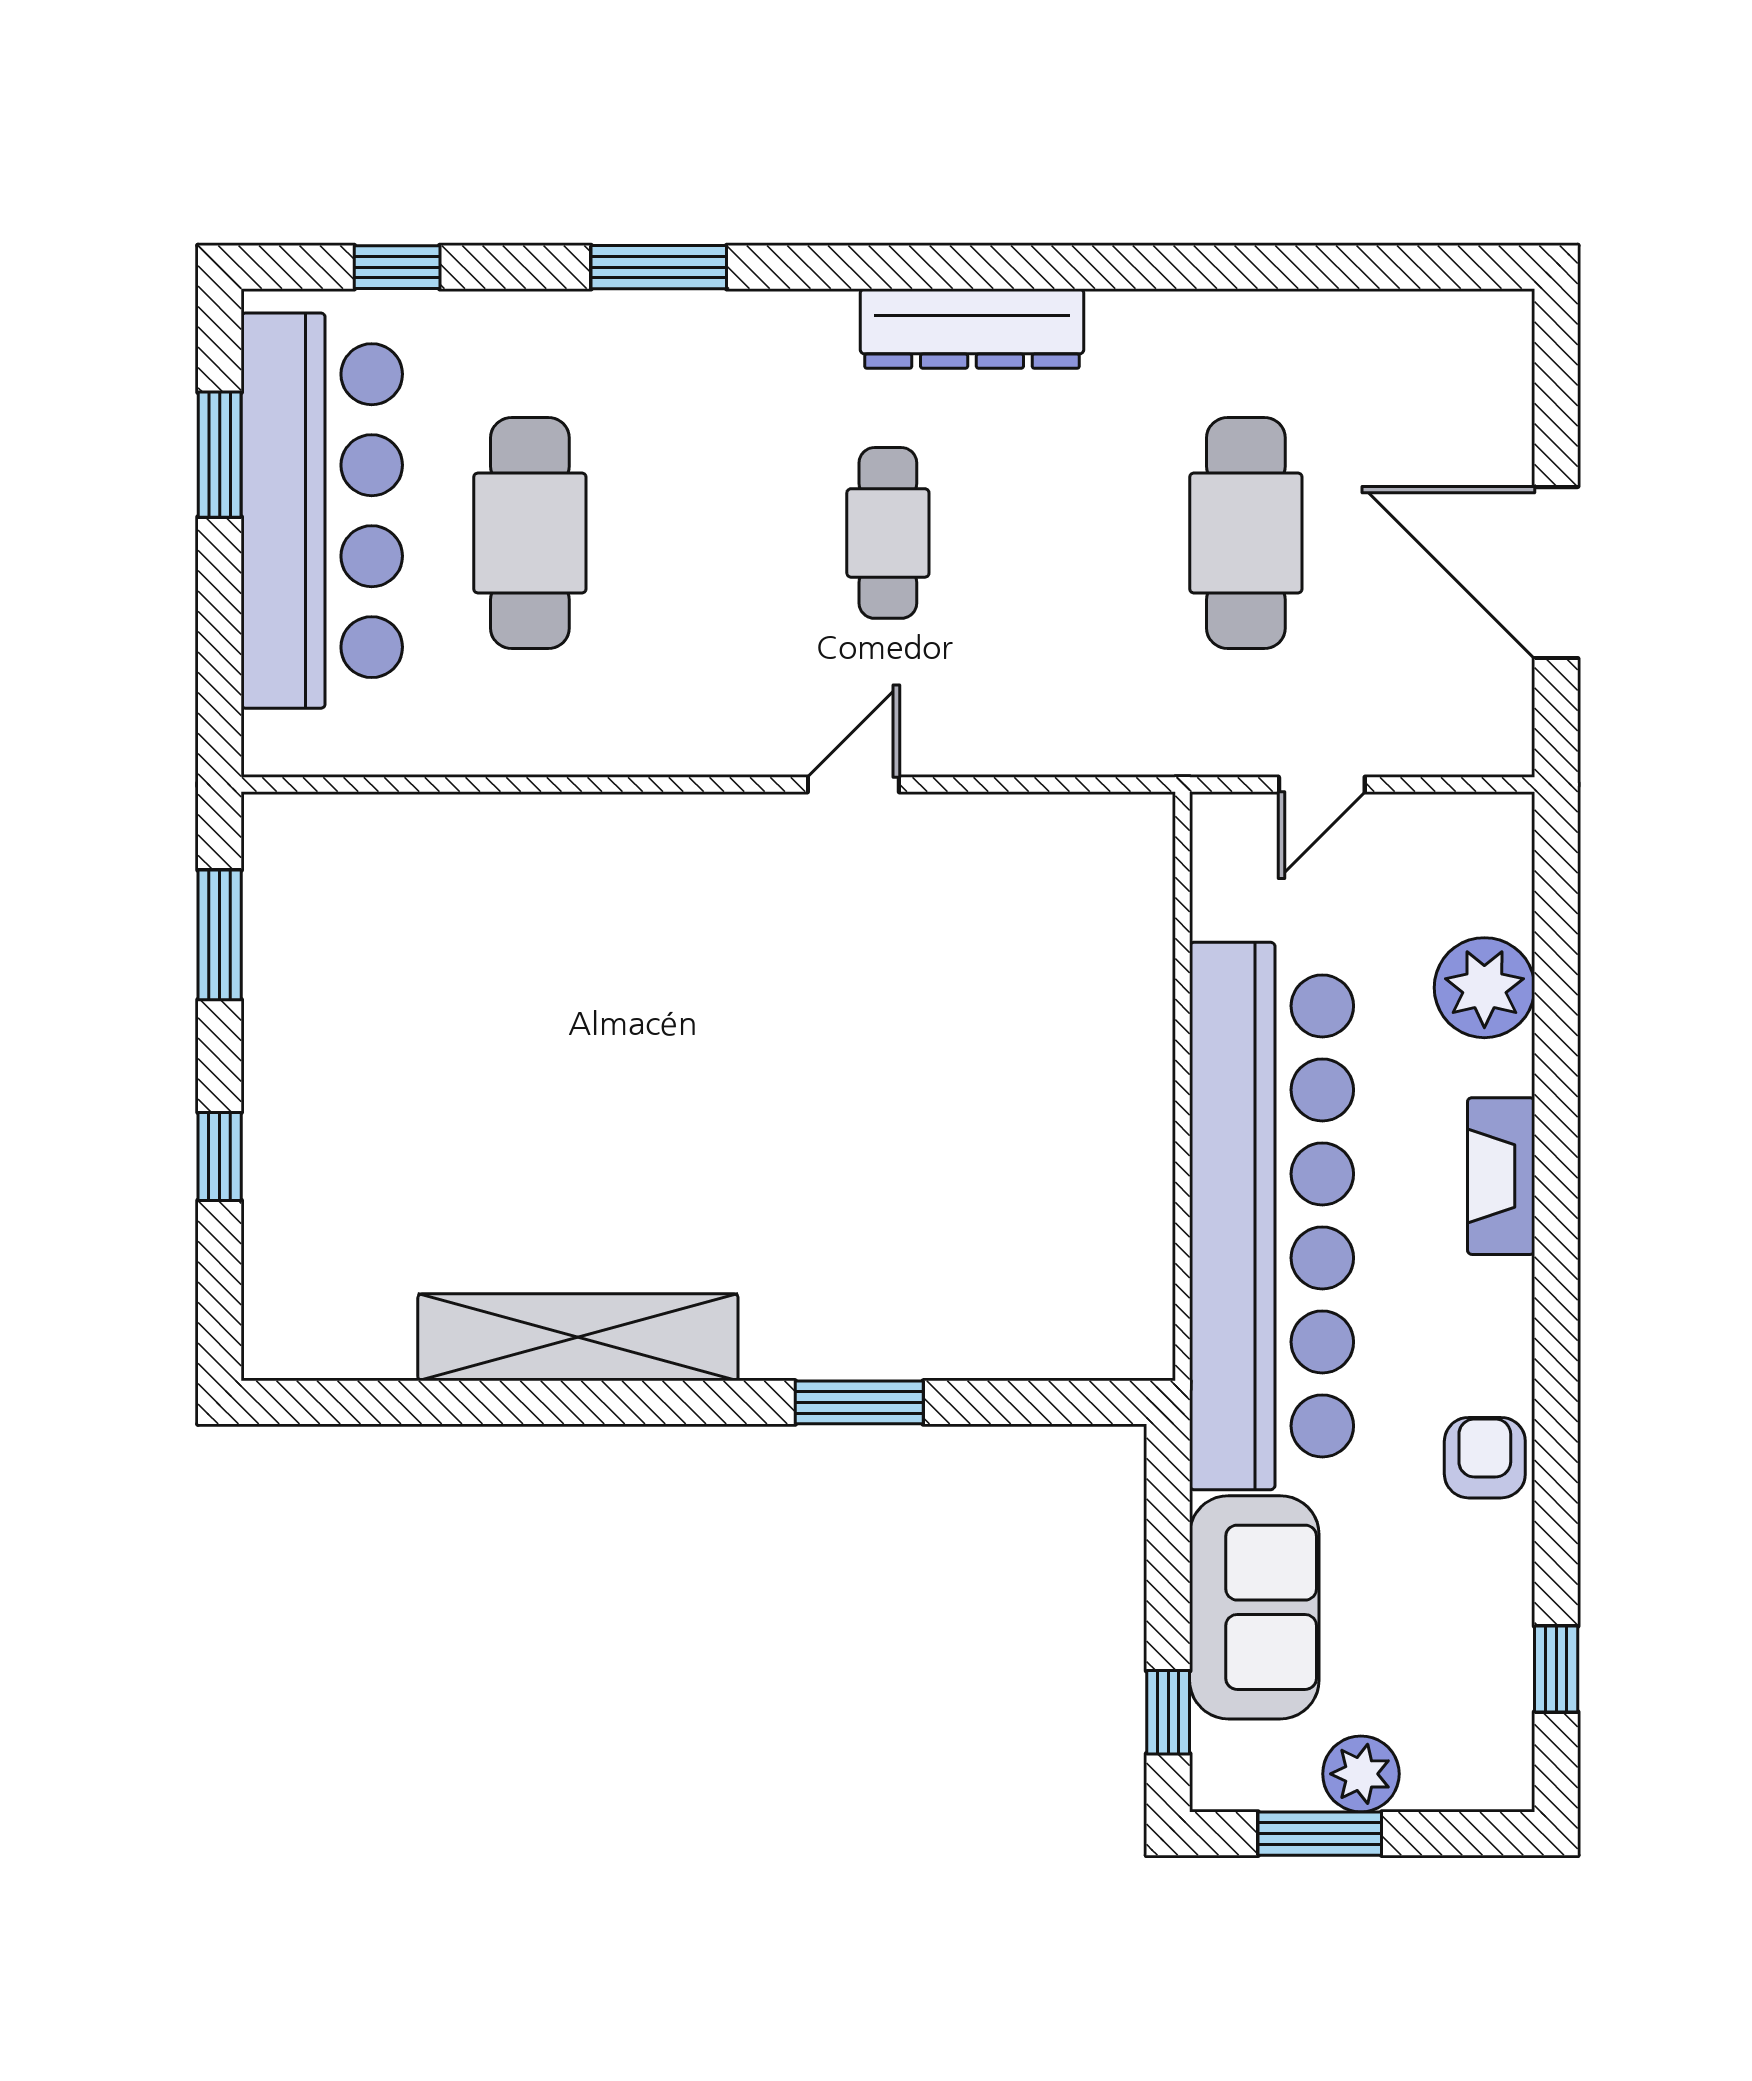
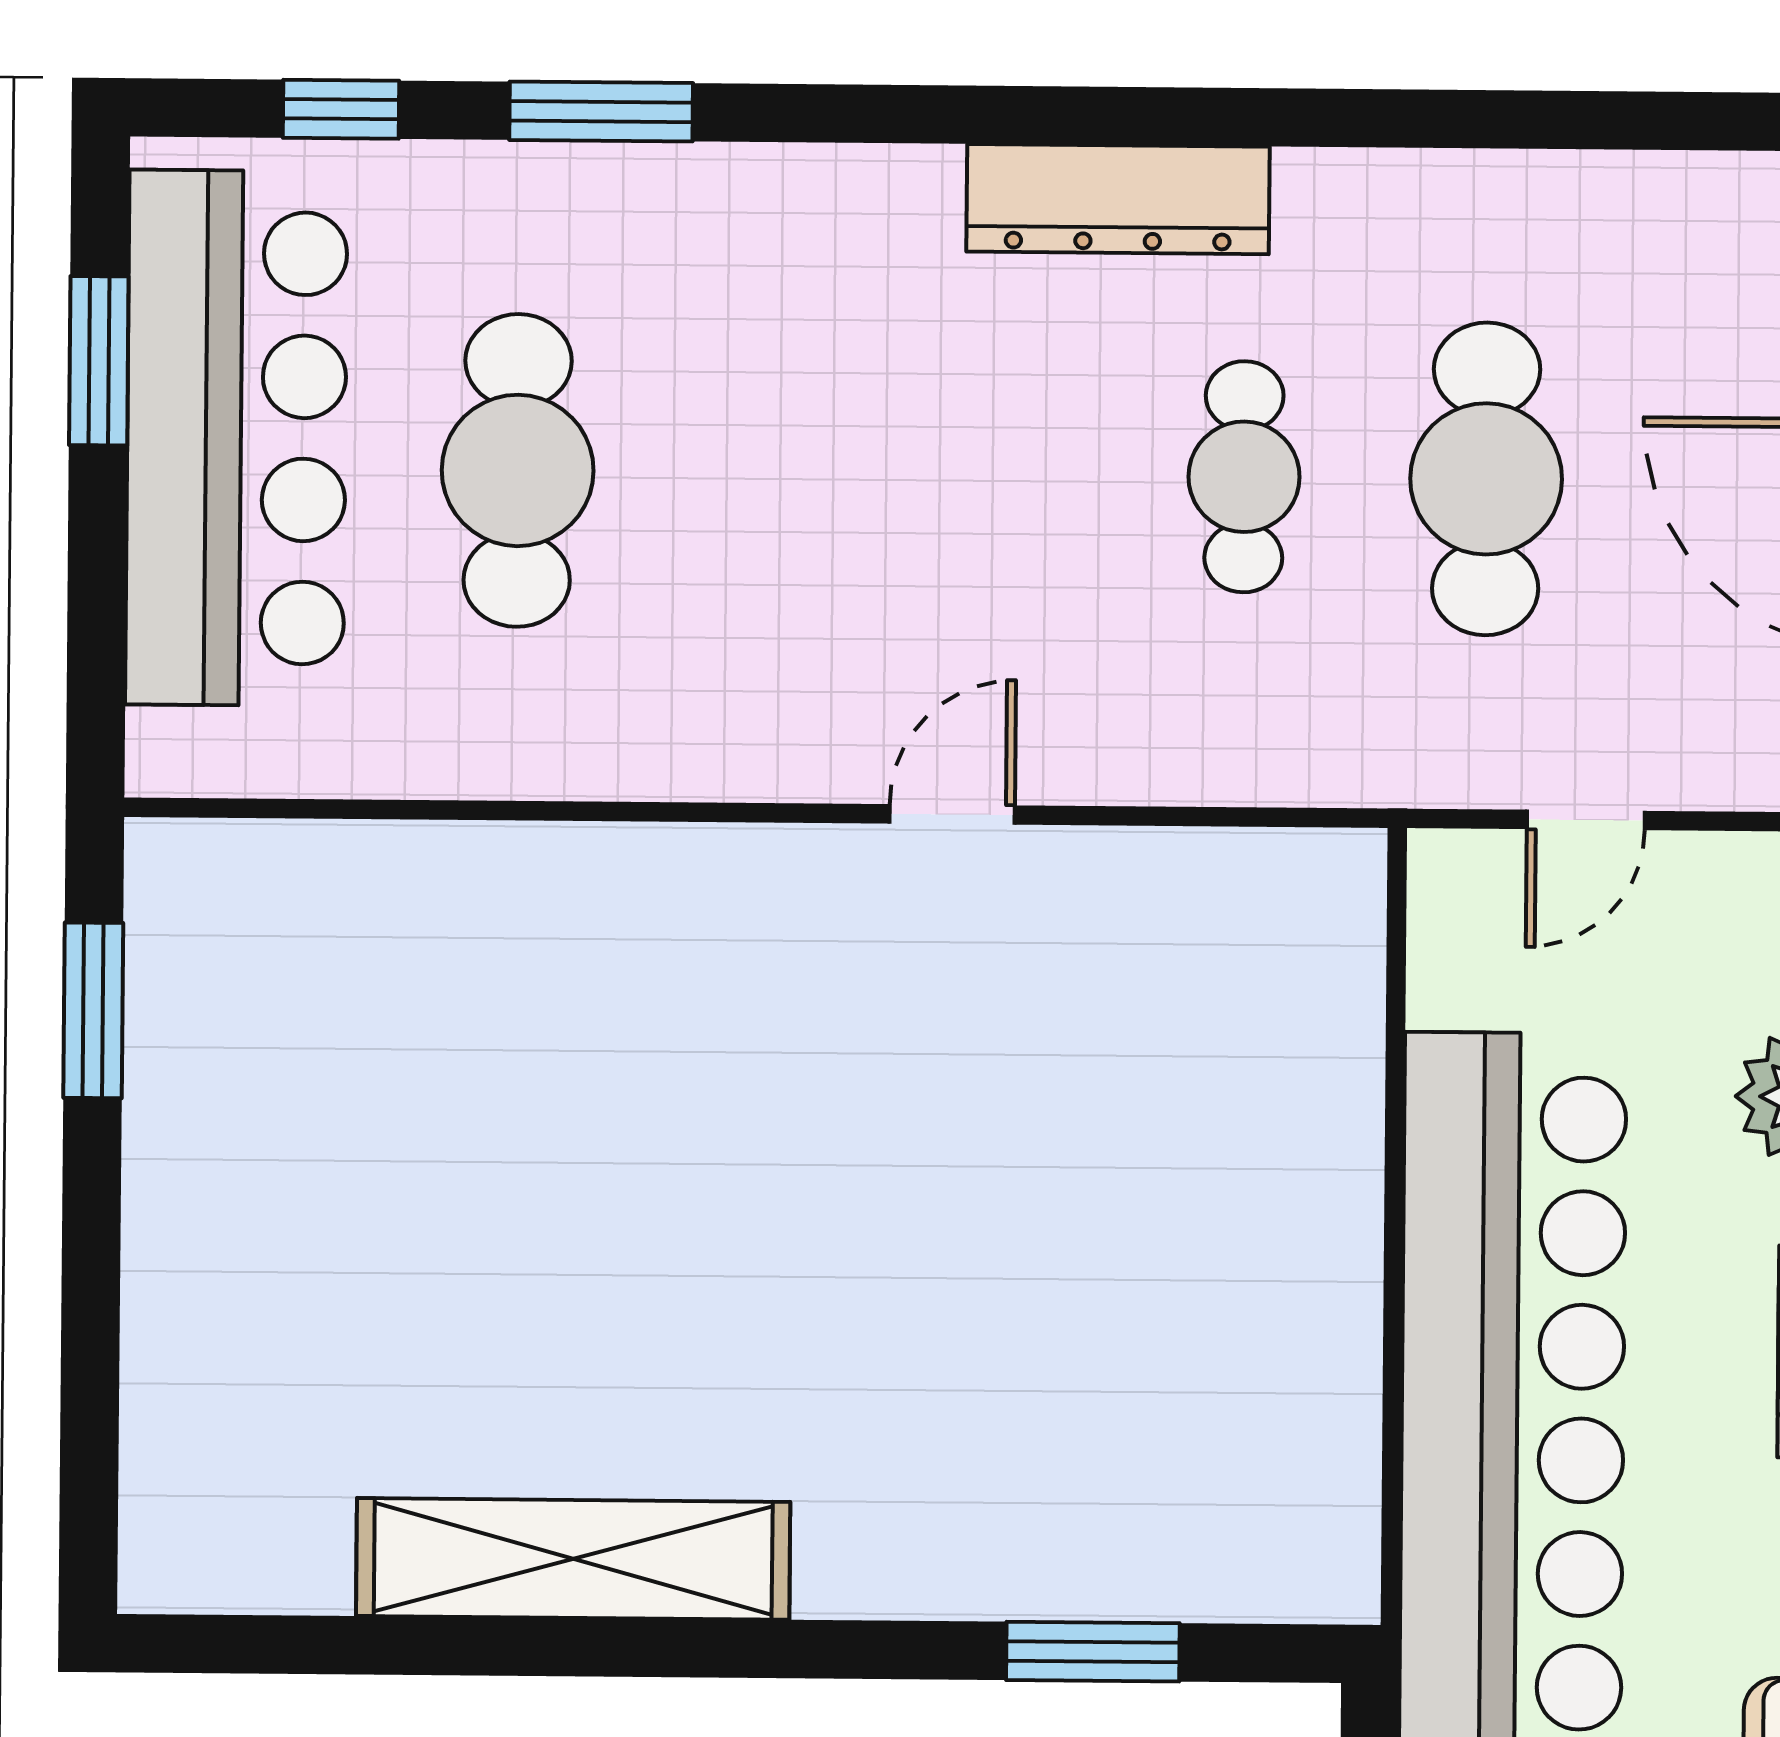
window: (659, 267) -> (601, 112), moved
cafe table: (888, 533) -> (1244, 477), moved
window: (220, 1156) -> (91, 1310), removed
window: (859, 1402) -> (1093, 1652), moved

